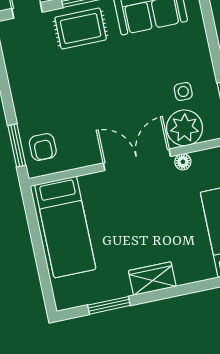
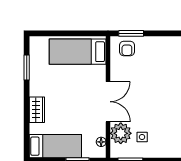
armchair: (43, 147) -> (127, 48), turned -90
floor lamp: (183, 162) -> (101, 142), moved
wardrobe: (152, 279) -> (37, 110), moved

